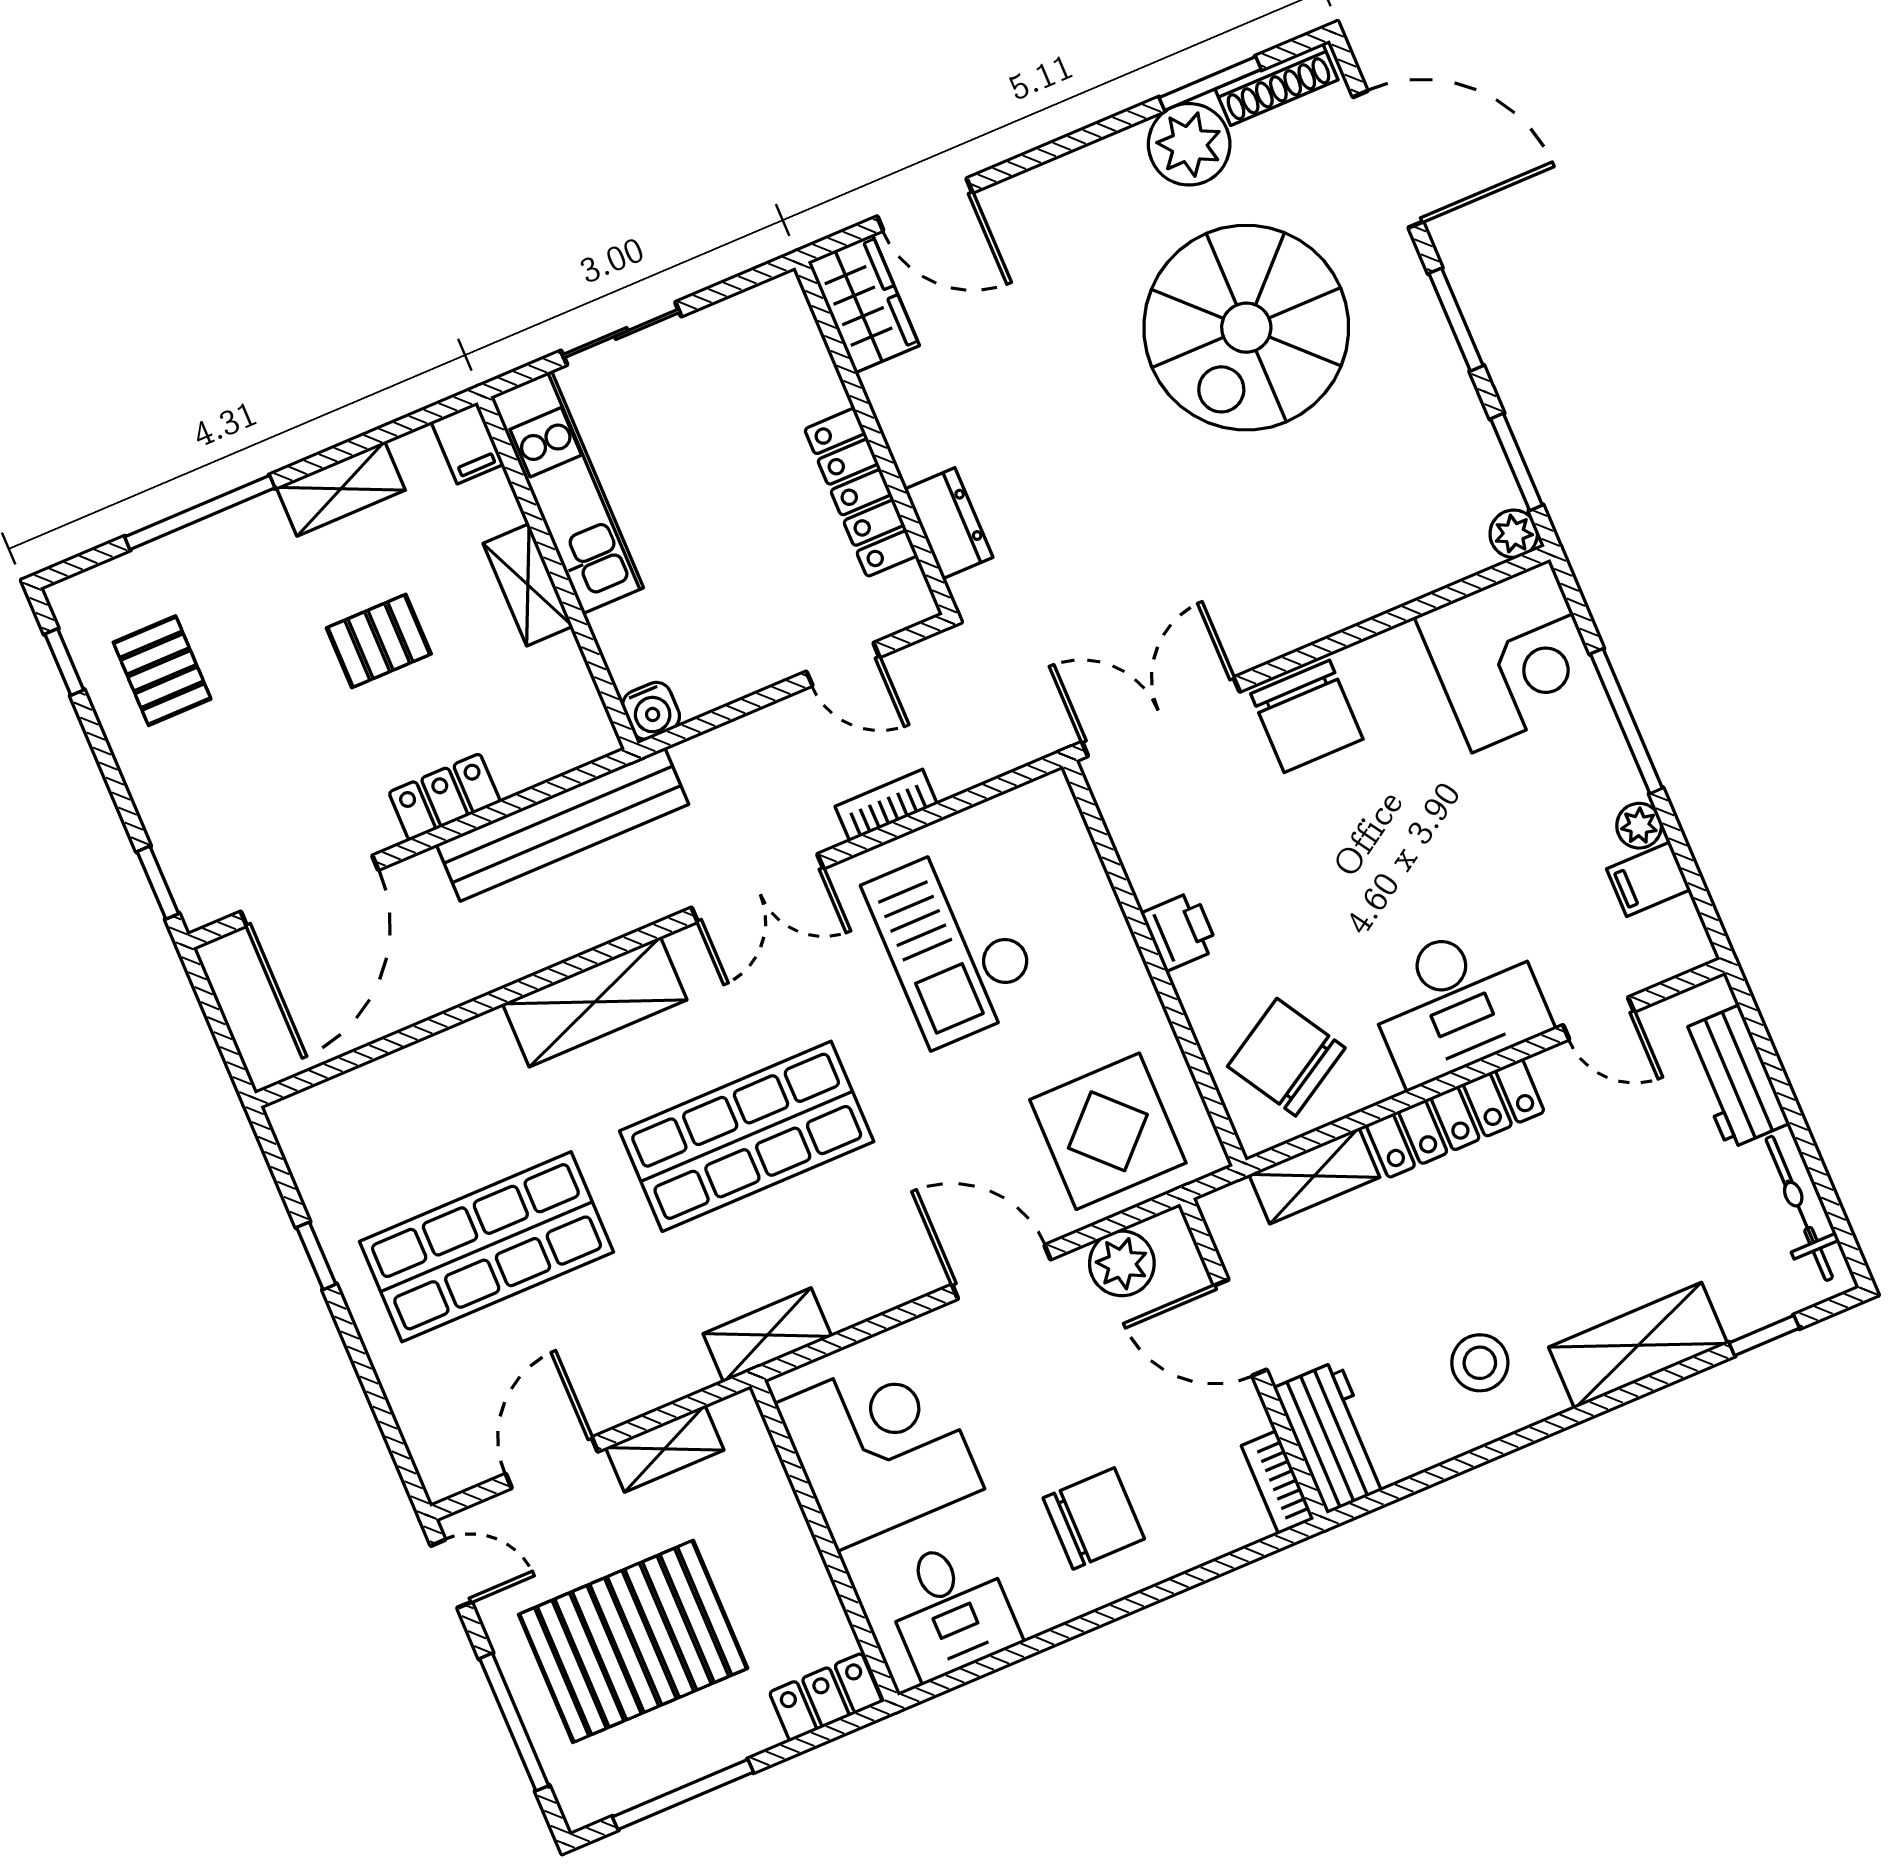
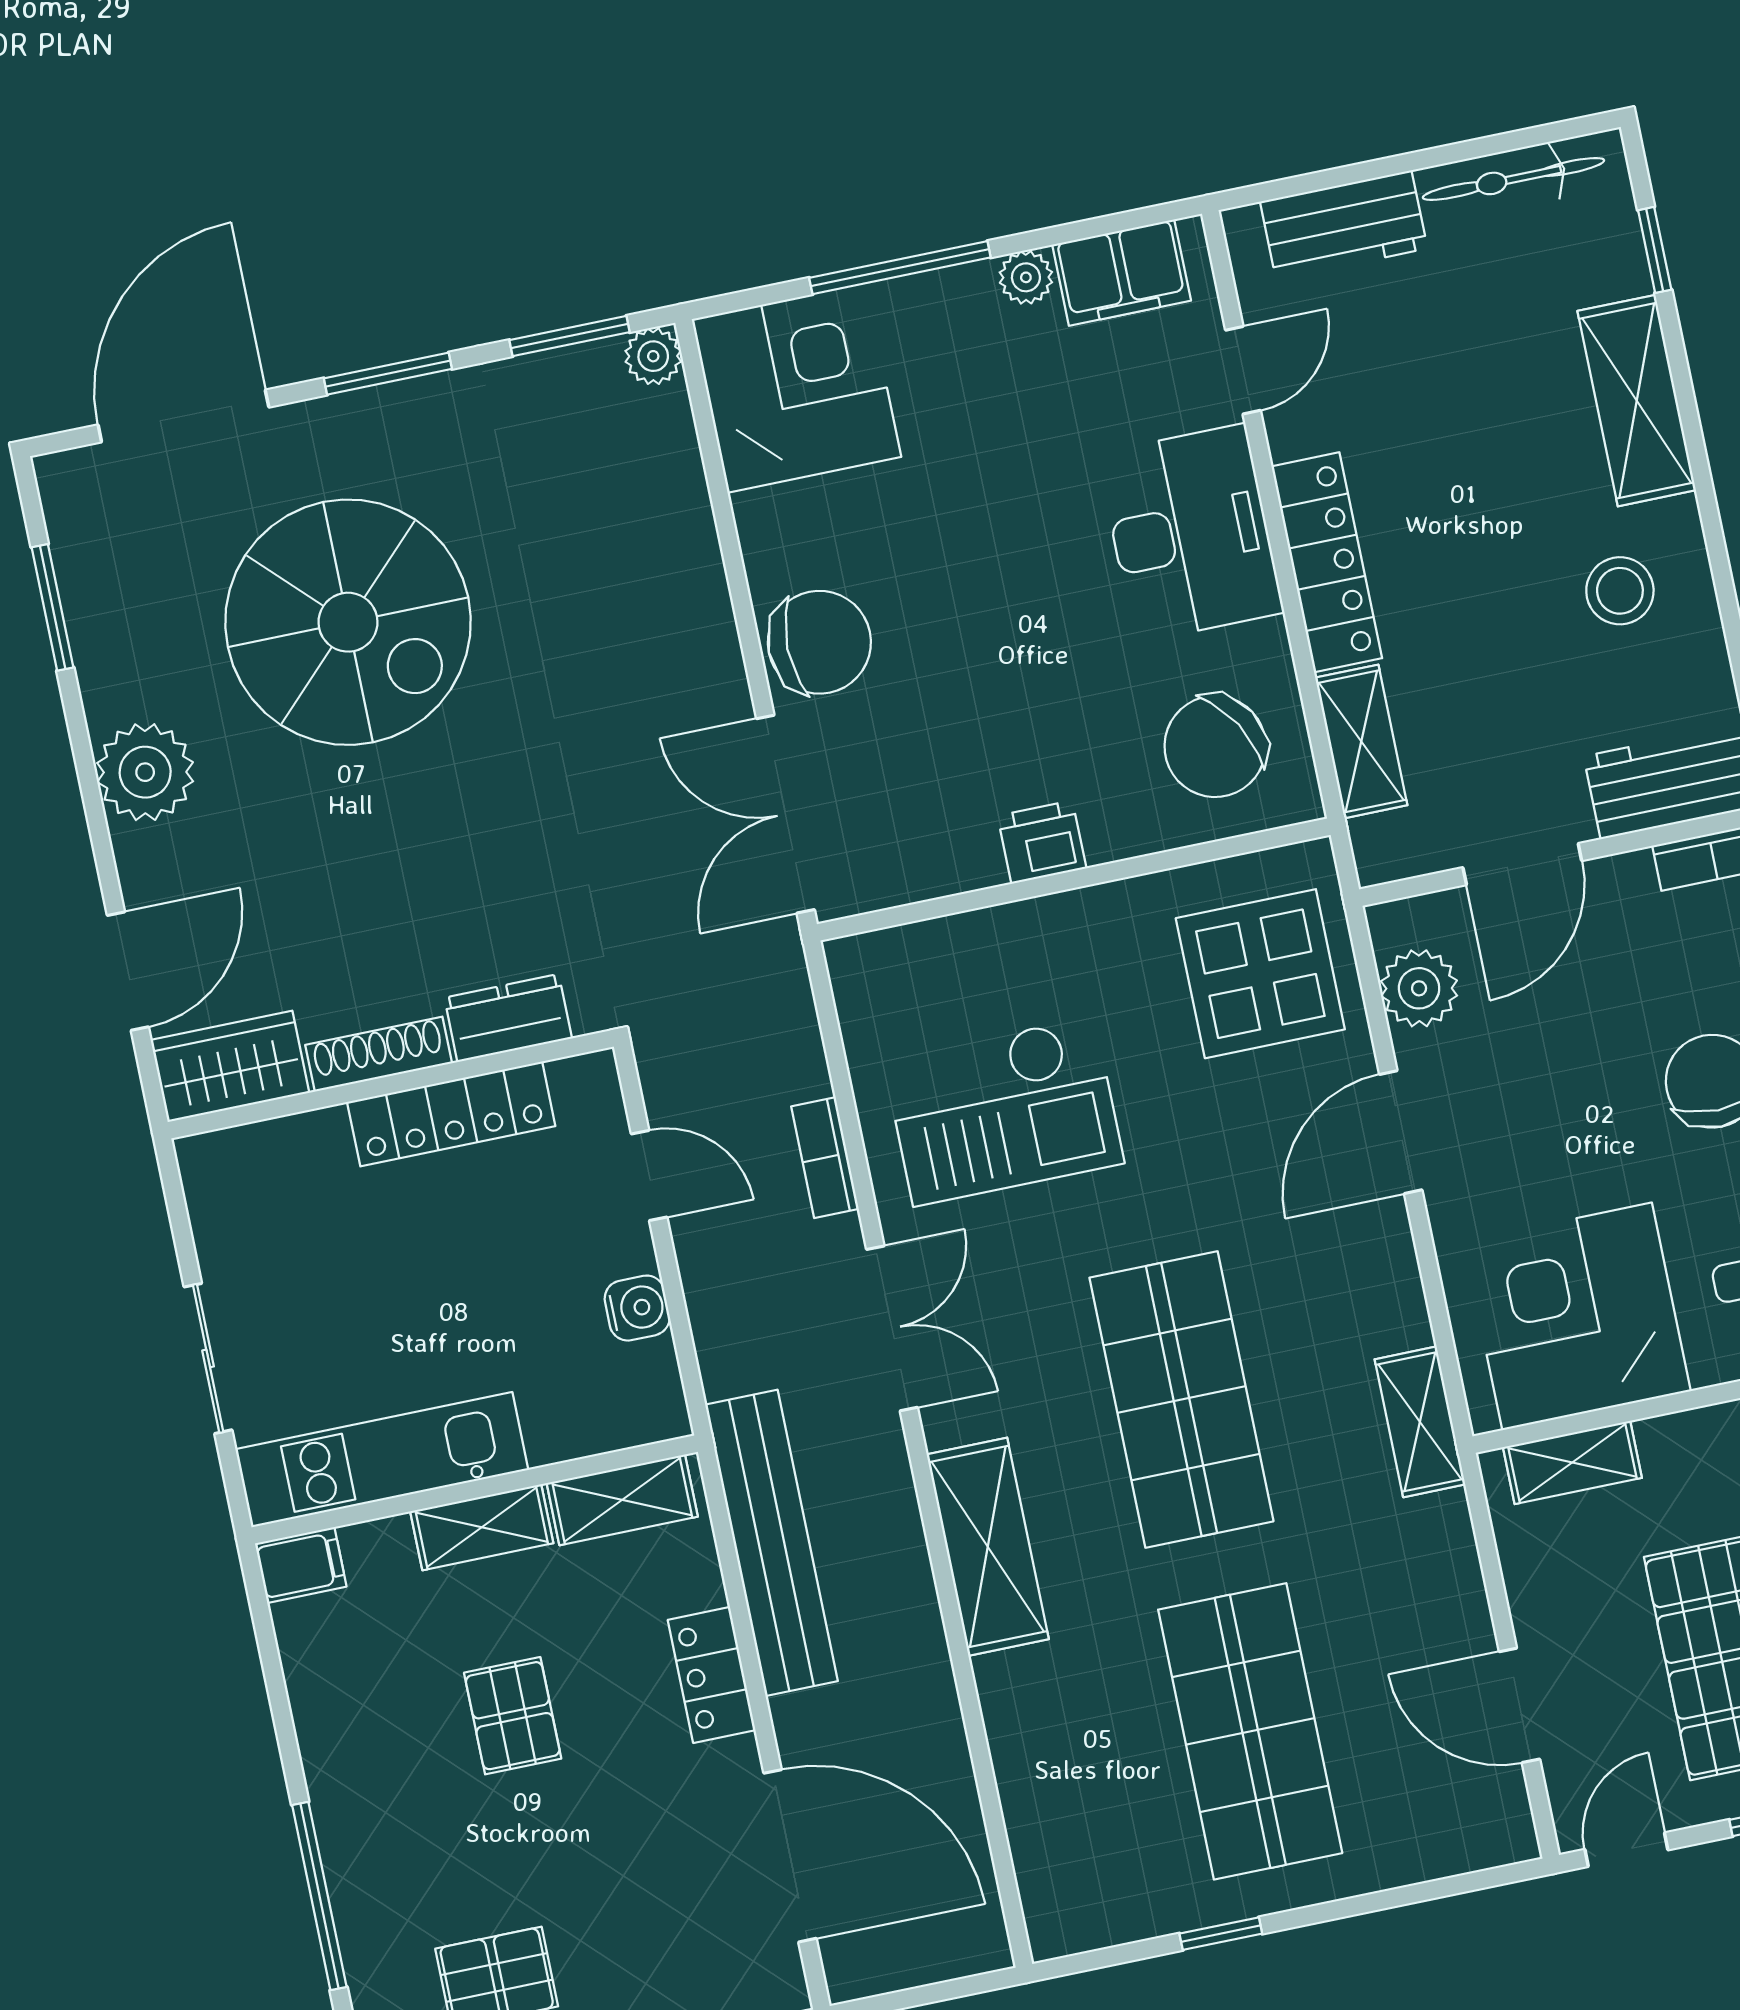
shoe rack: (1277, 84) -> (379, 1054), moved, turned -90
plant: (1189, 144) -> (145, 772), moved
shelving: (341, 489) -> (622, 1500), moved, turned 90
door: (843, 664) -> (649, 1176), hinge flipped
water cooler: (651, 711) -> (637, 1308), moved
filing cabinet: (1648, 879) -> (1122, 273), width x2.00
shelving: (665, 1449) -> (1572, 1462), moved, turned 90

